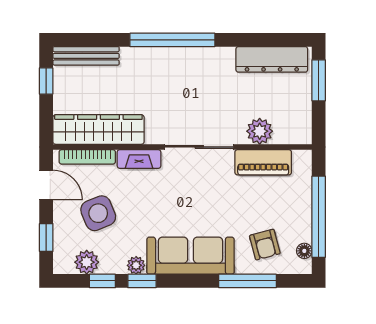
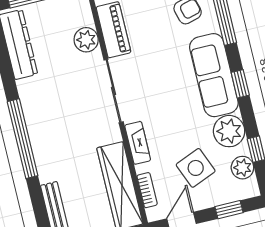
bookcase: (87, 157) -> (147, 190), width x0.64
plant: (136, 265) -> (229, 131), width x1.88, depth x1.88
window: (142, 281) -> (240, 84), moved

